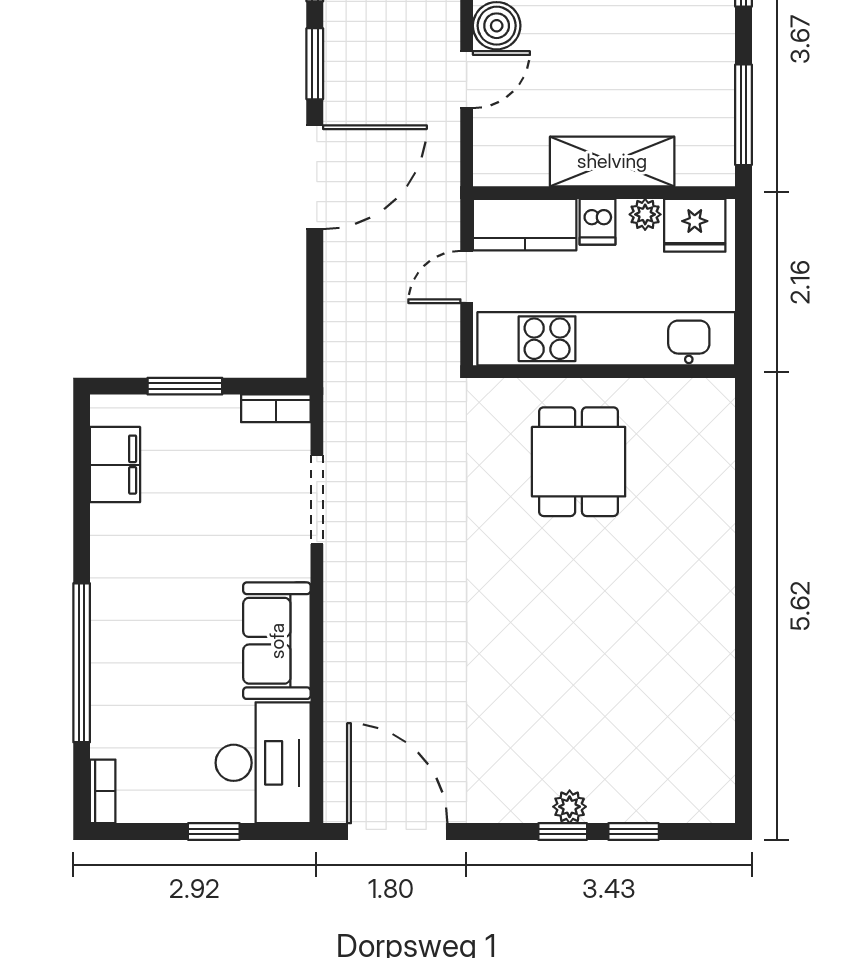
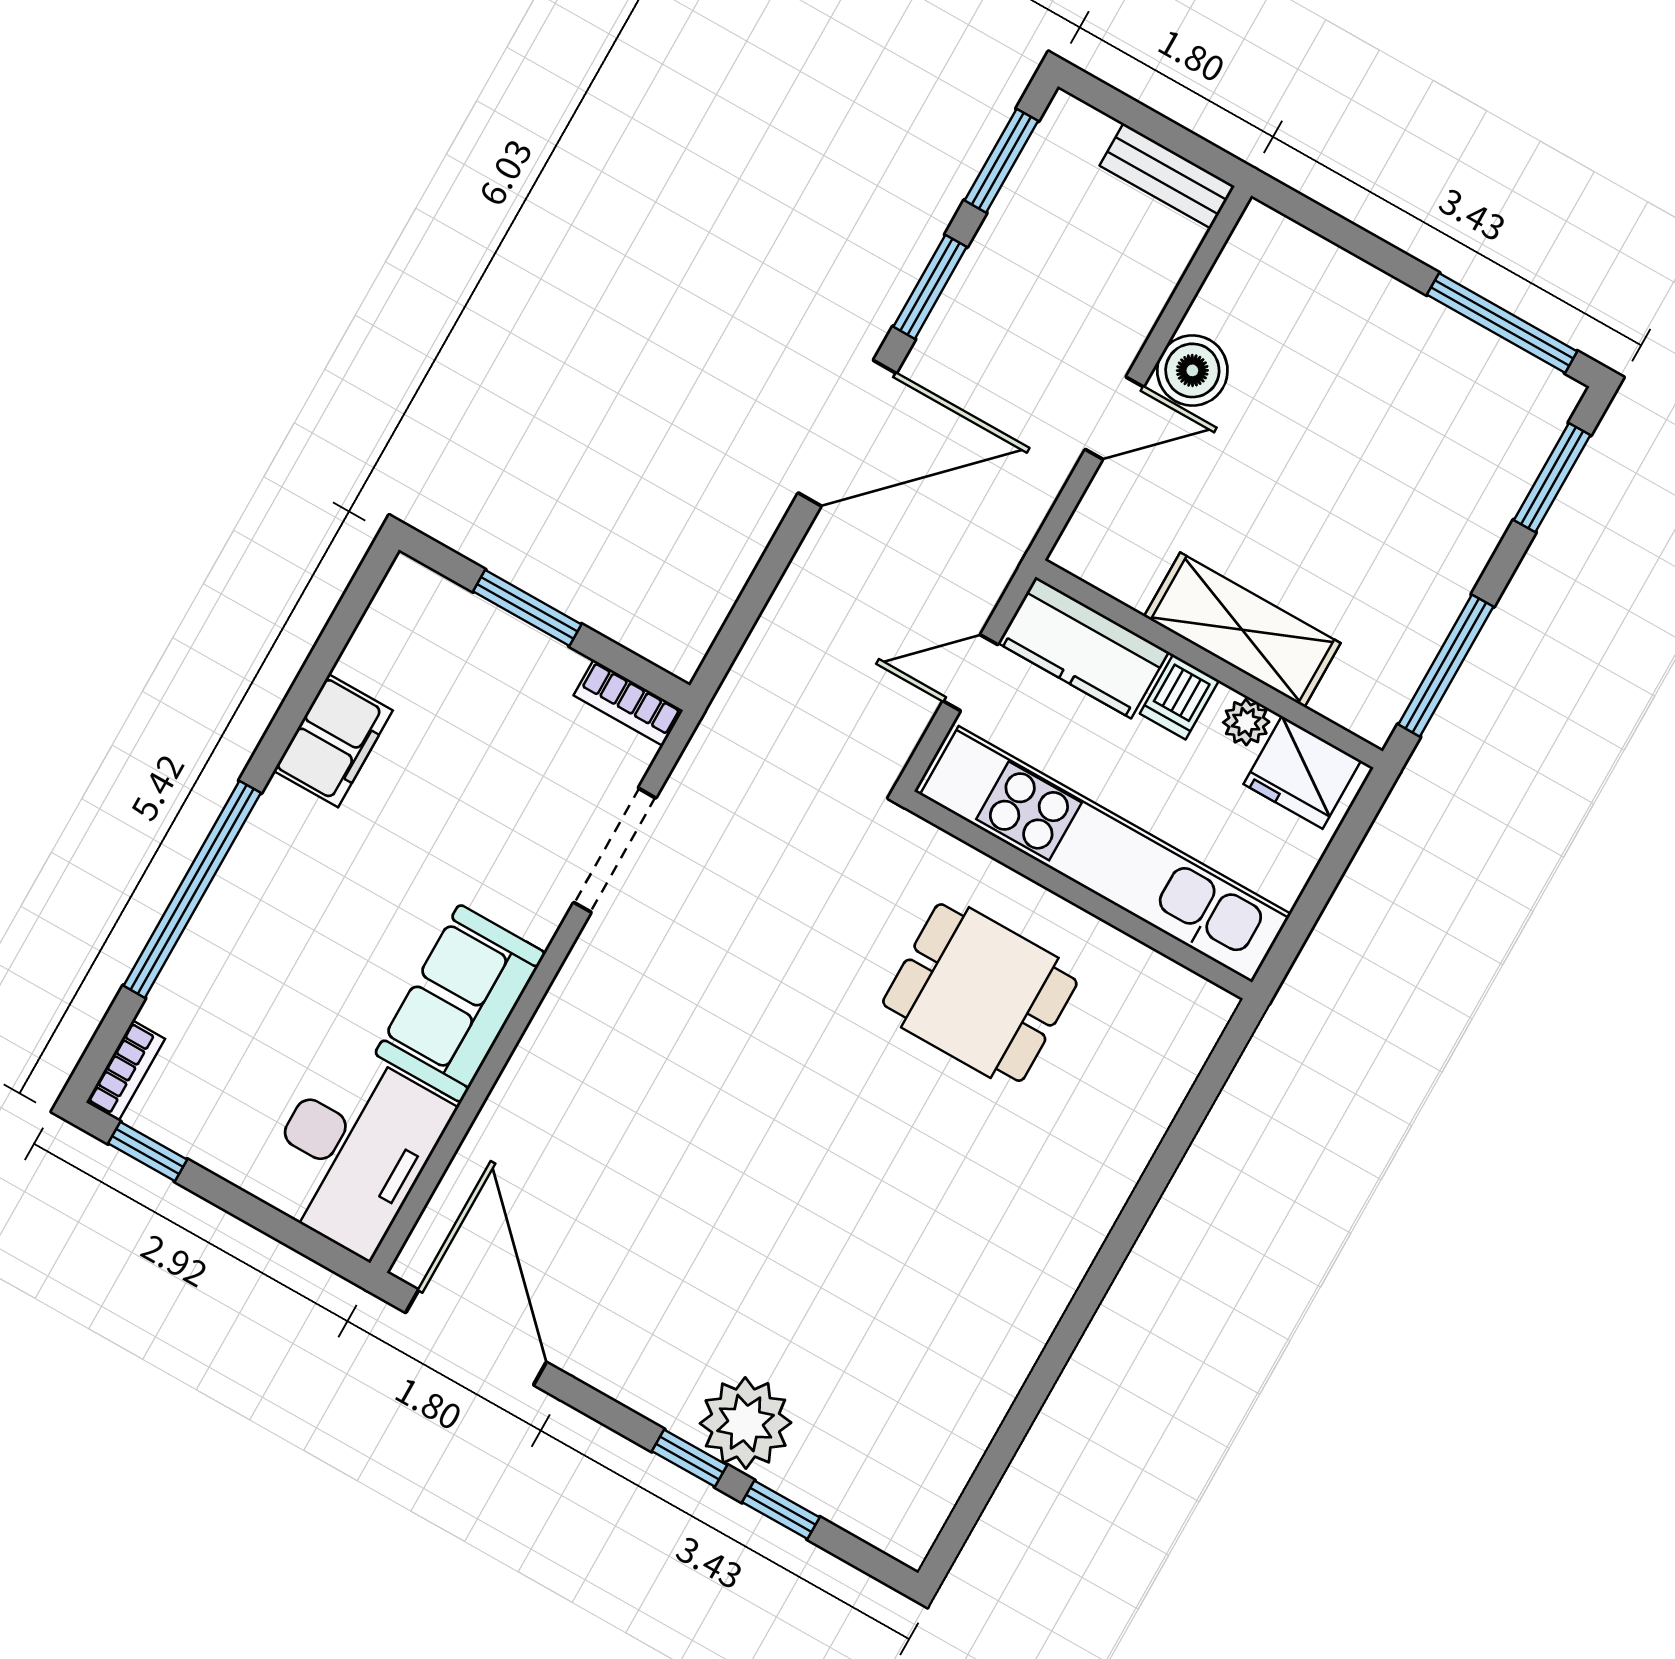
dining table: (579, 462) -> (980, 993), turned 90
filing cabinet: (115, 465) -> (333, 741), moved
plant: (570, 807) -> (746, 1423), width x1.88, depth x1.88
window: (214, 832) -> (148, 1151), moved

